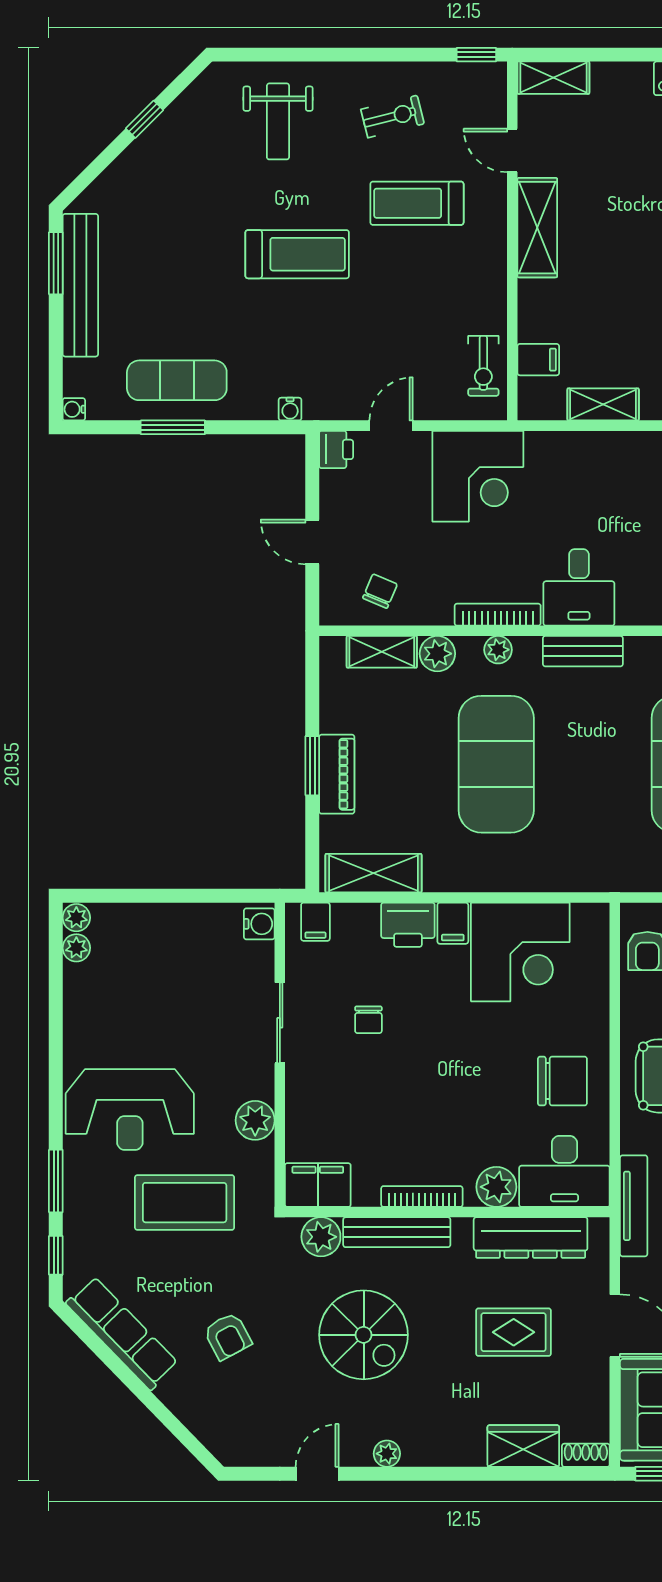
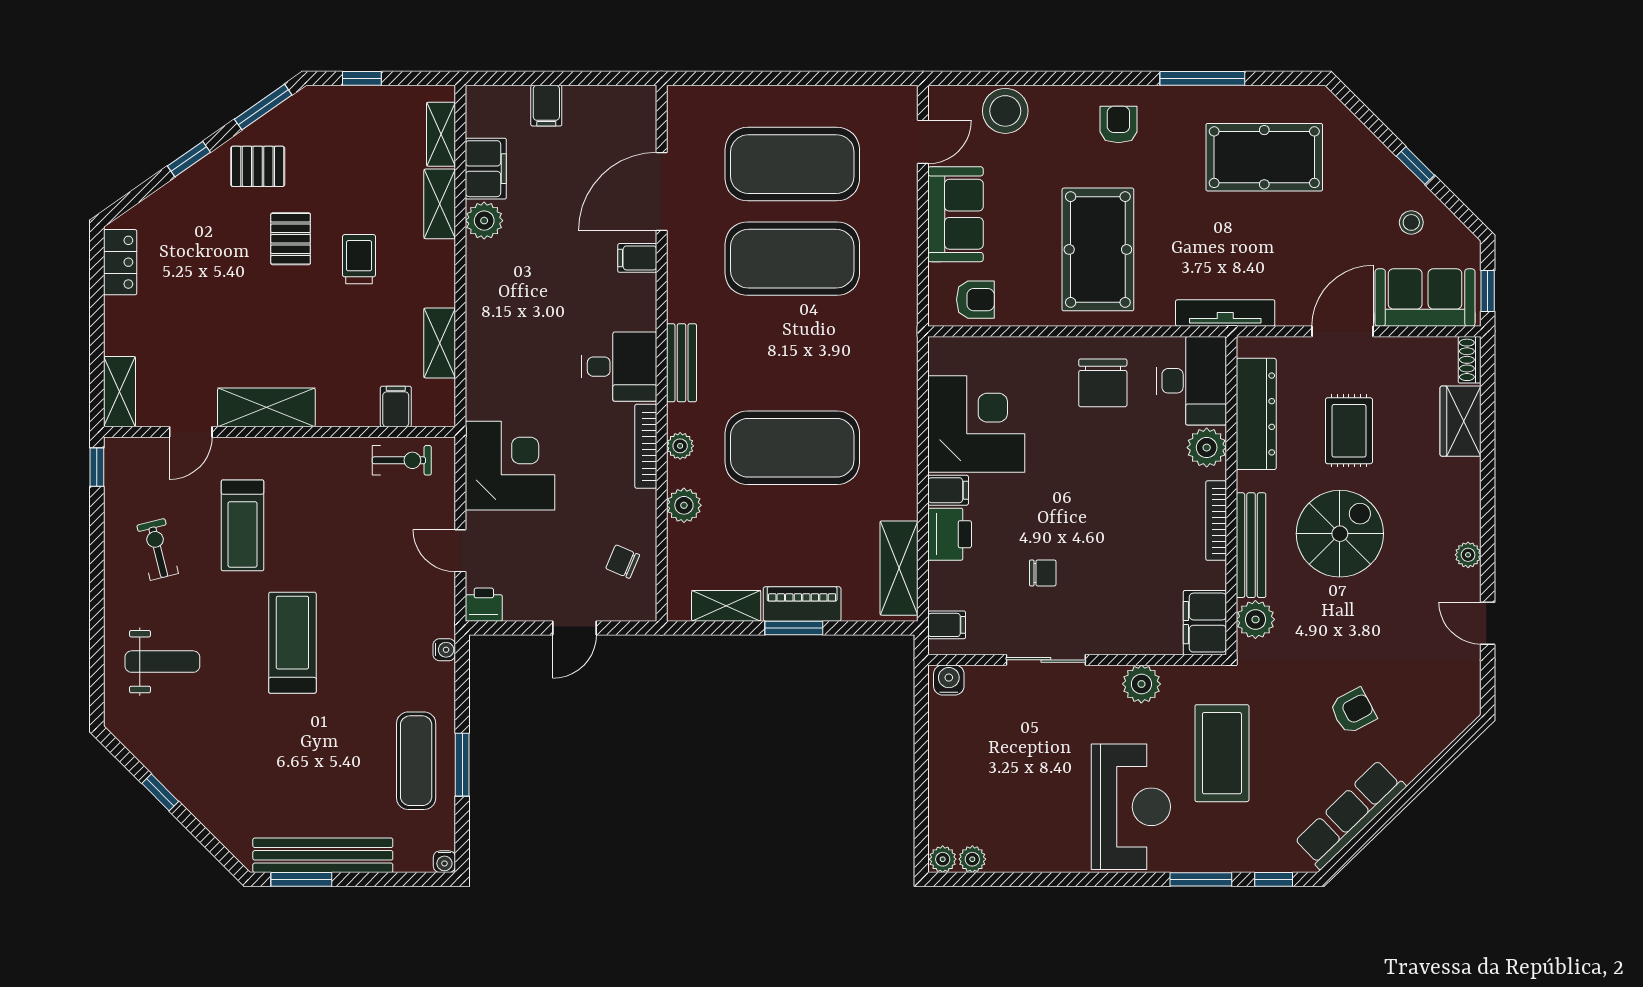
shelving: (382, 652) -> (726, 606), moved, turned 90
chair: (562, 1081) -> (1103, 383), turned 180
spiral stairs: (364, 1335) -> (1340, 534), moved

